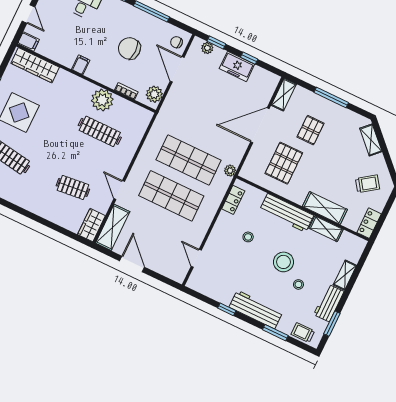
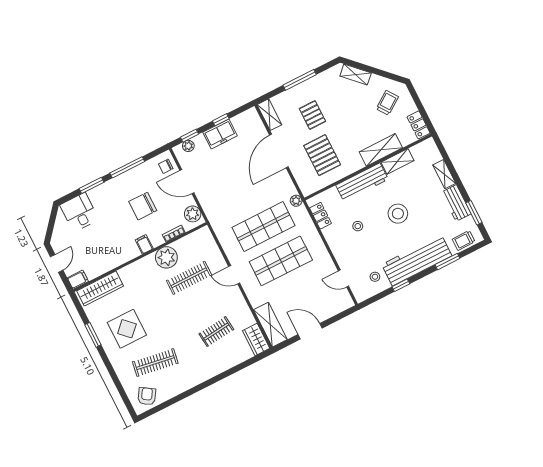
door: (28, 14) -> (57, 263), hinge flipped
filing cabinet: (81, 65) -> (144, 244), moved
door: (119, 190) -> (234, 275), moved
stool: (298, 284) -> (375, 277), moved
workbench: (256, 309) -> (417, 260), width x1.36, depth x1.32

